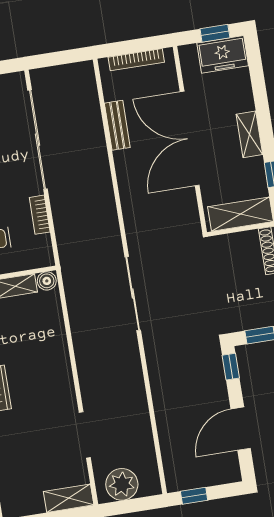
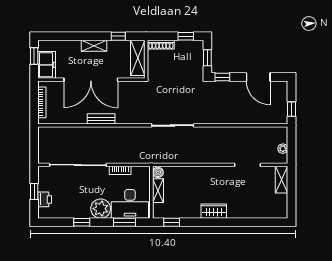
freezer: (223, 54) -> (47, 65), moved
bench: (117, 125) -> (101, 119), moved
plant: (122, 484) -> (283, 149), width x0.53, depth x0.53

